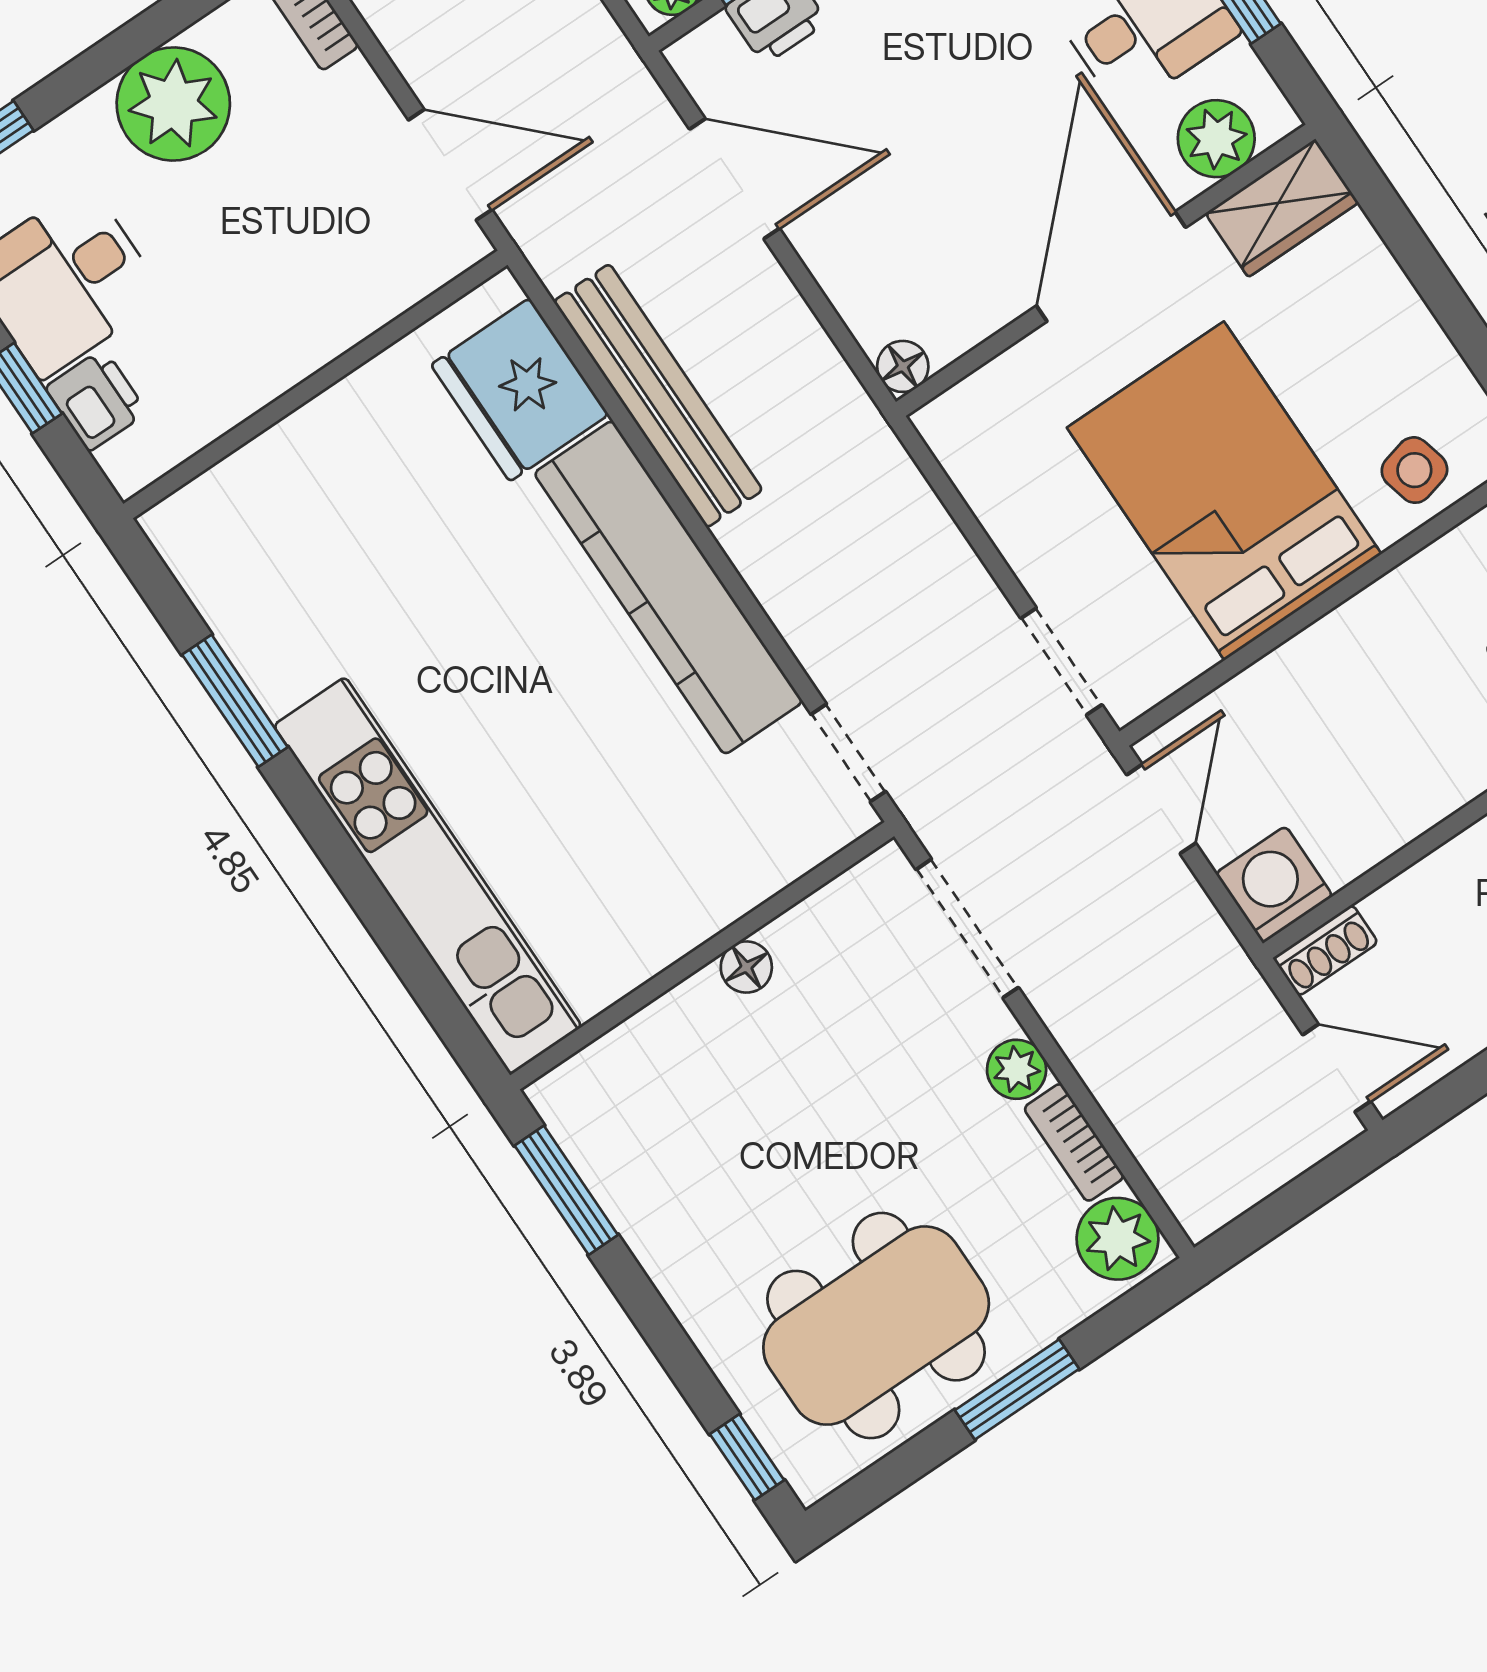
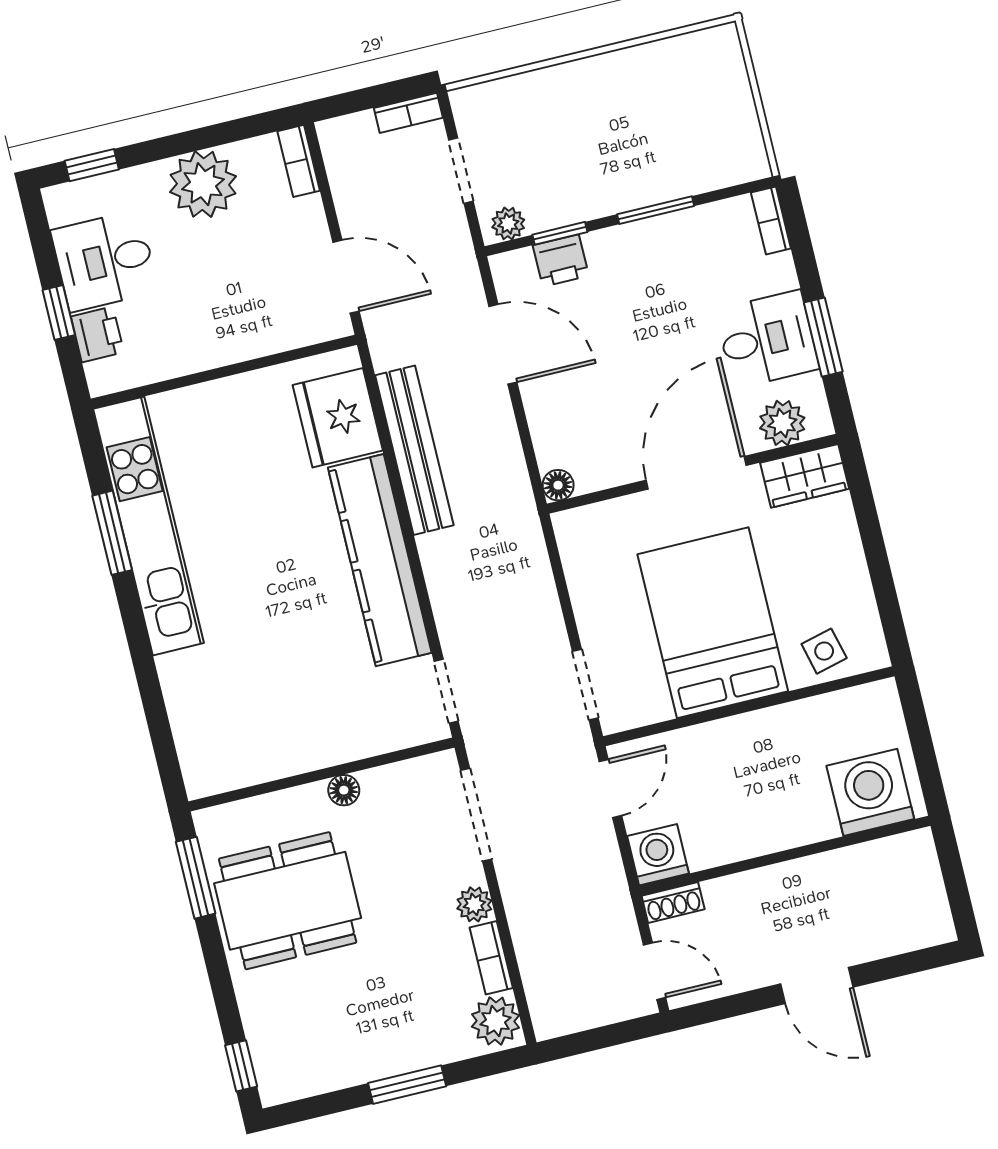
kitchen unit: (428, 876) -> (148, 526), moved
dining table: (876, 1326) -> (288, 901), moved

